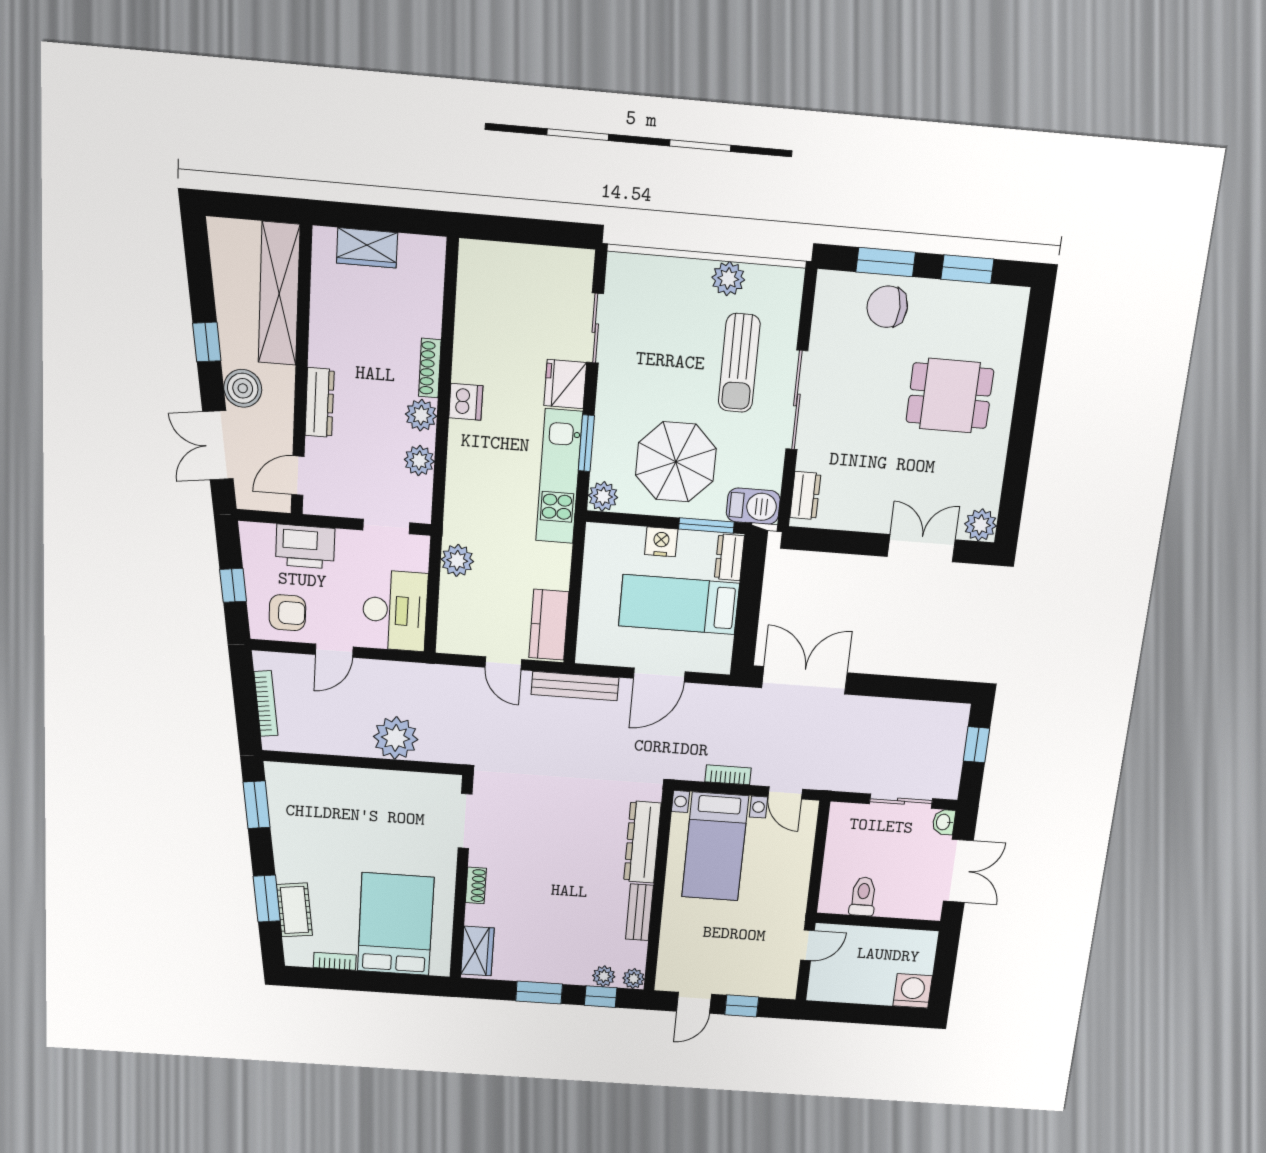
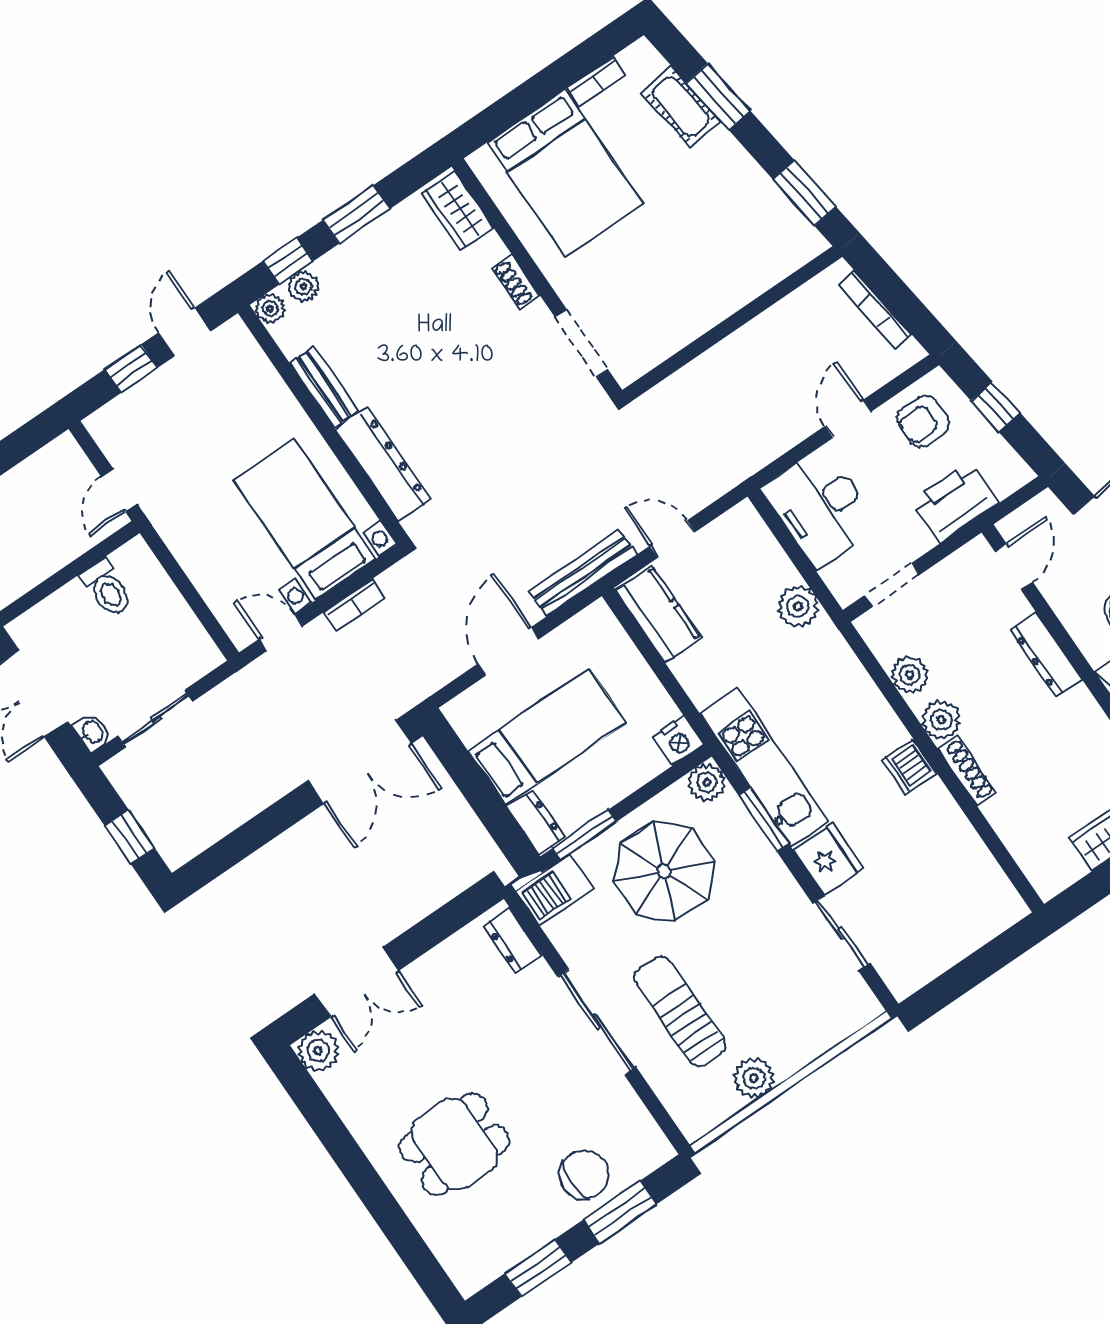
nightstand: (661, 542) -> (678, 741), moved
plant: (396, 738) -> (719, 376), removed

